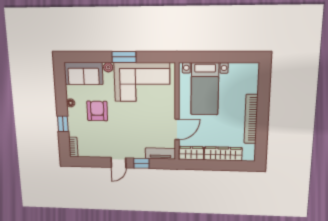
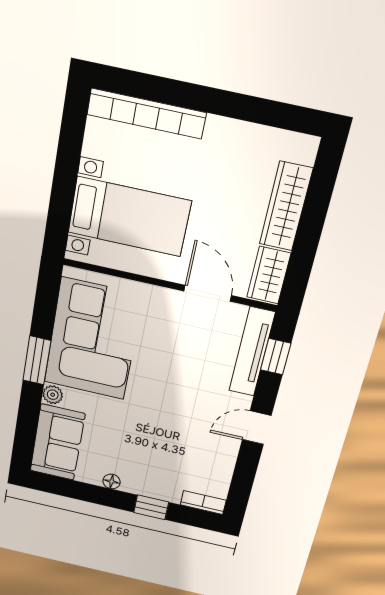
armchair: (97, 111) -> (137, 438), removed
bookcase: (251, 119) -> (146, 114), moved
tv unit: (160, 154) -> (252, 352), width x1.41
door: (118, 163) -> (257, 428), swing flipped
window: (141, 163) -> (276, 357), moved

